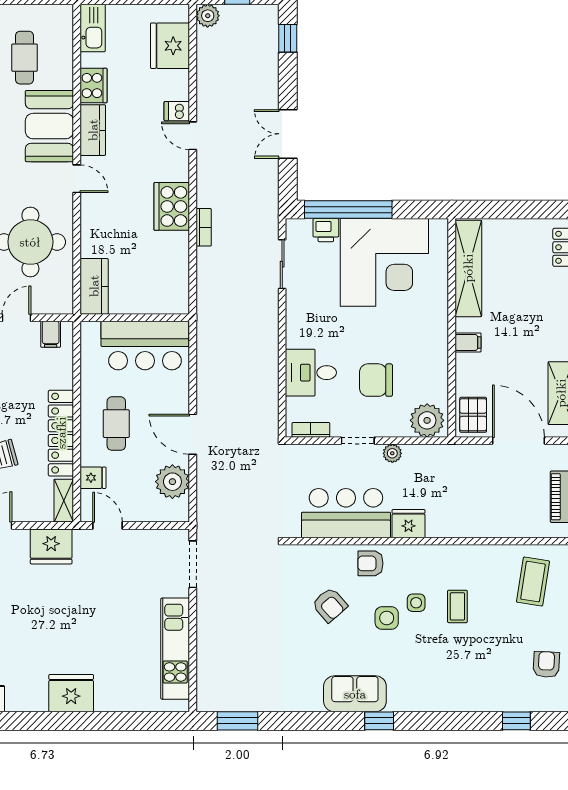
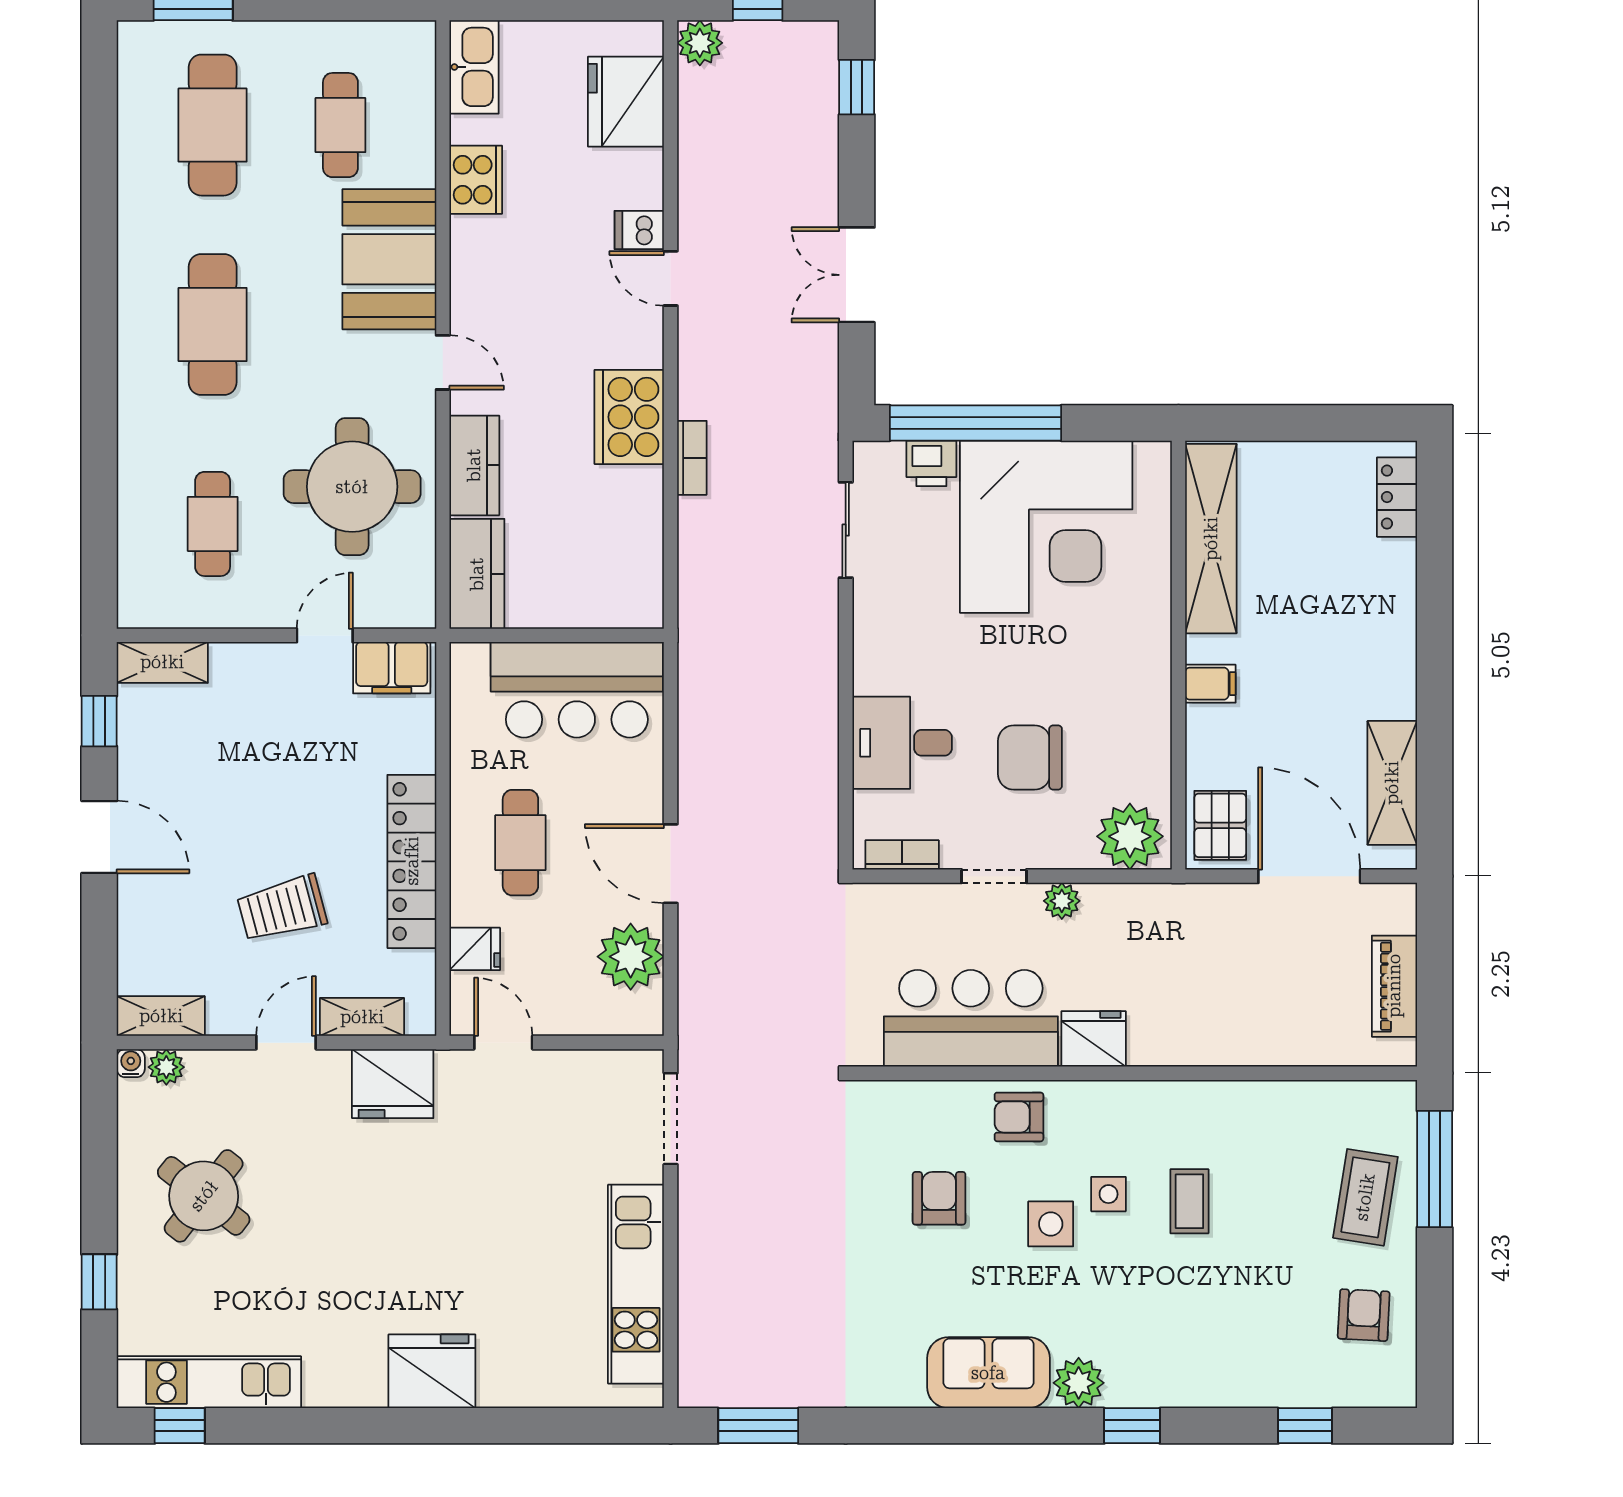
kitchen counter: (93, 130) -> (474, 465), moved
filing cabinet: (51, 334) -> (392, 668), width x2.00
shelving: (64, 501) -> (362, 1017), moved, turned 90
coffee table: (533, 582) -> (1365, 1197), moved
armchair: (330, 605) -> (939, 1198), turned -139
plant: (401, 699) -> (1079, 1383), added
window: (379, 721) -> (1132, 1426), moved

